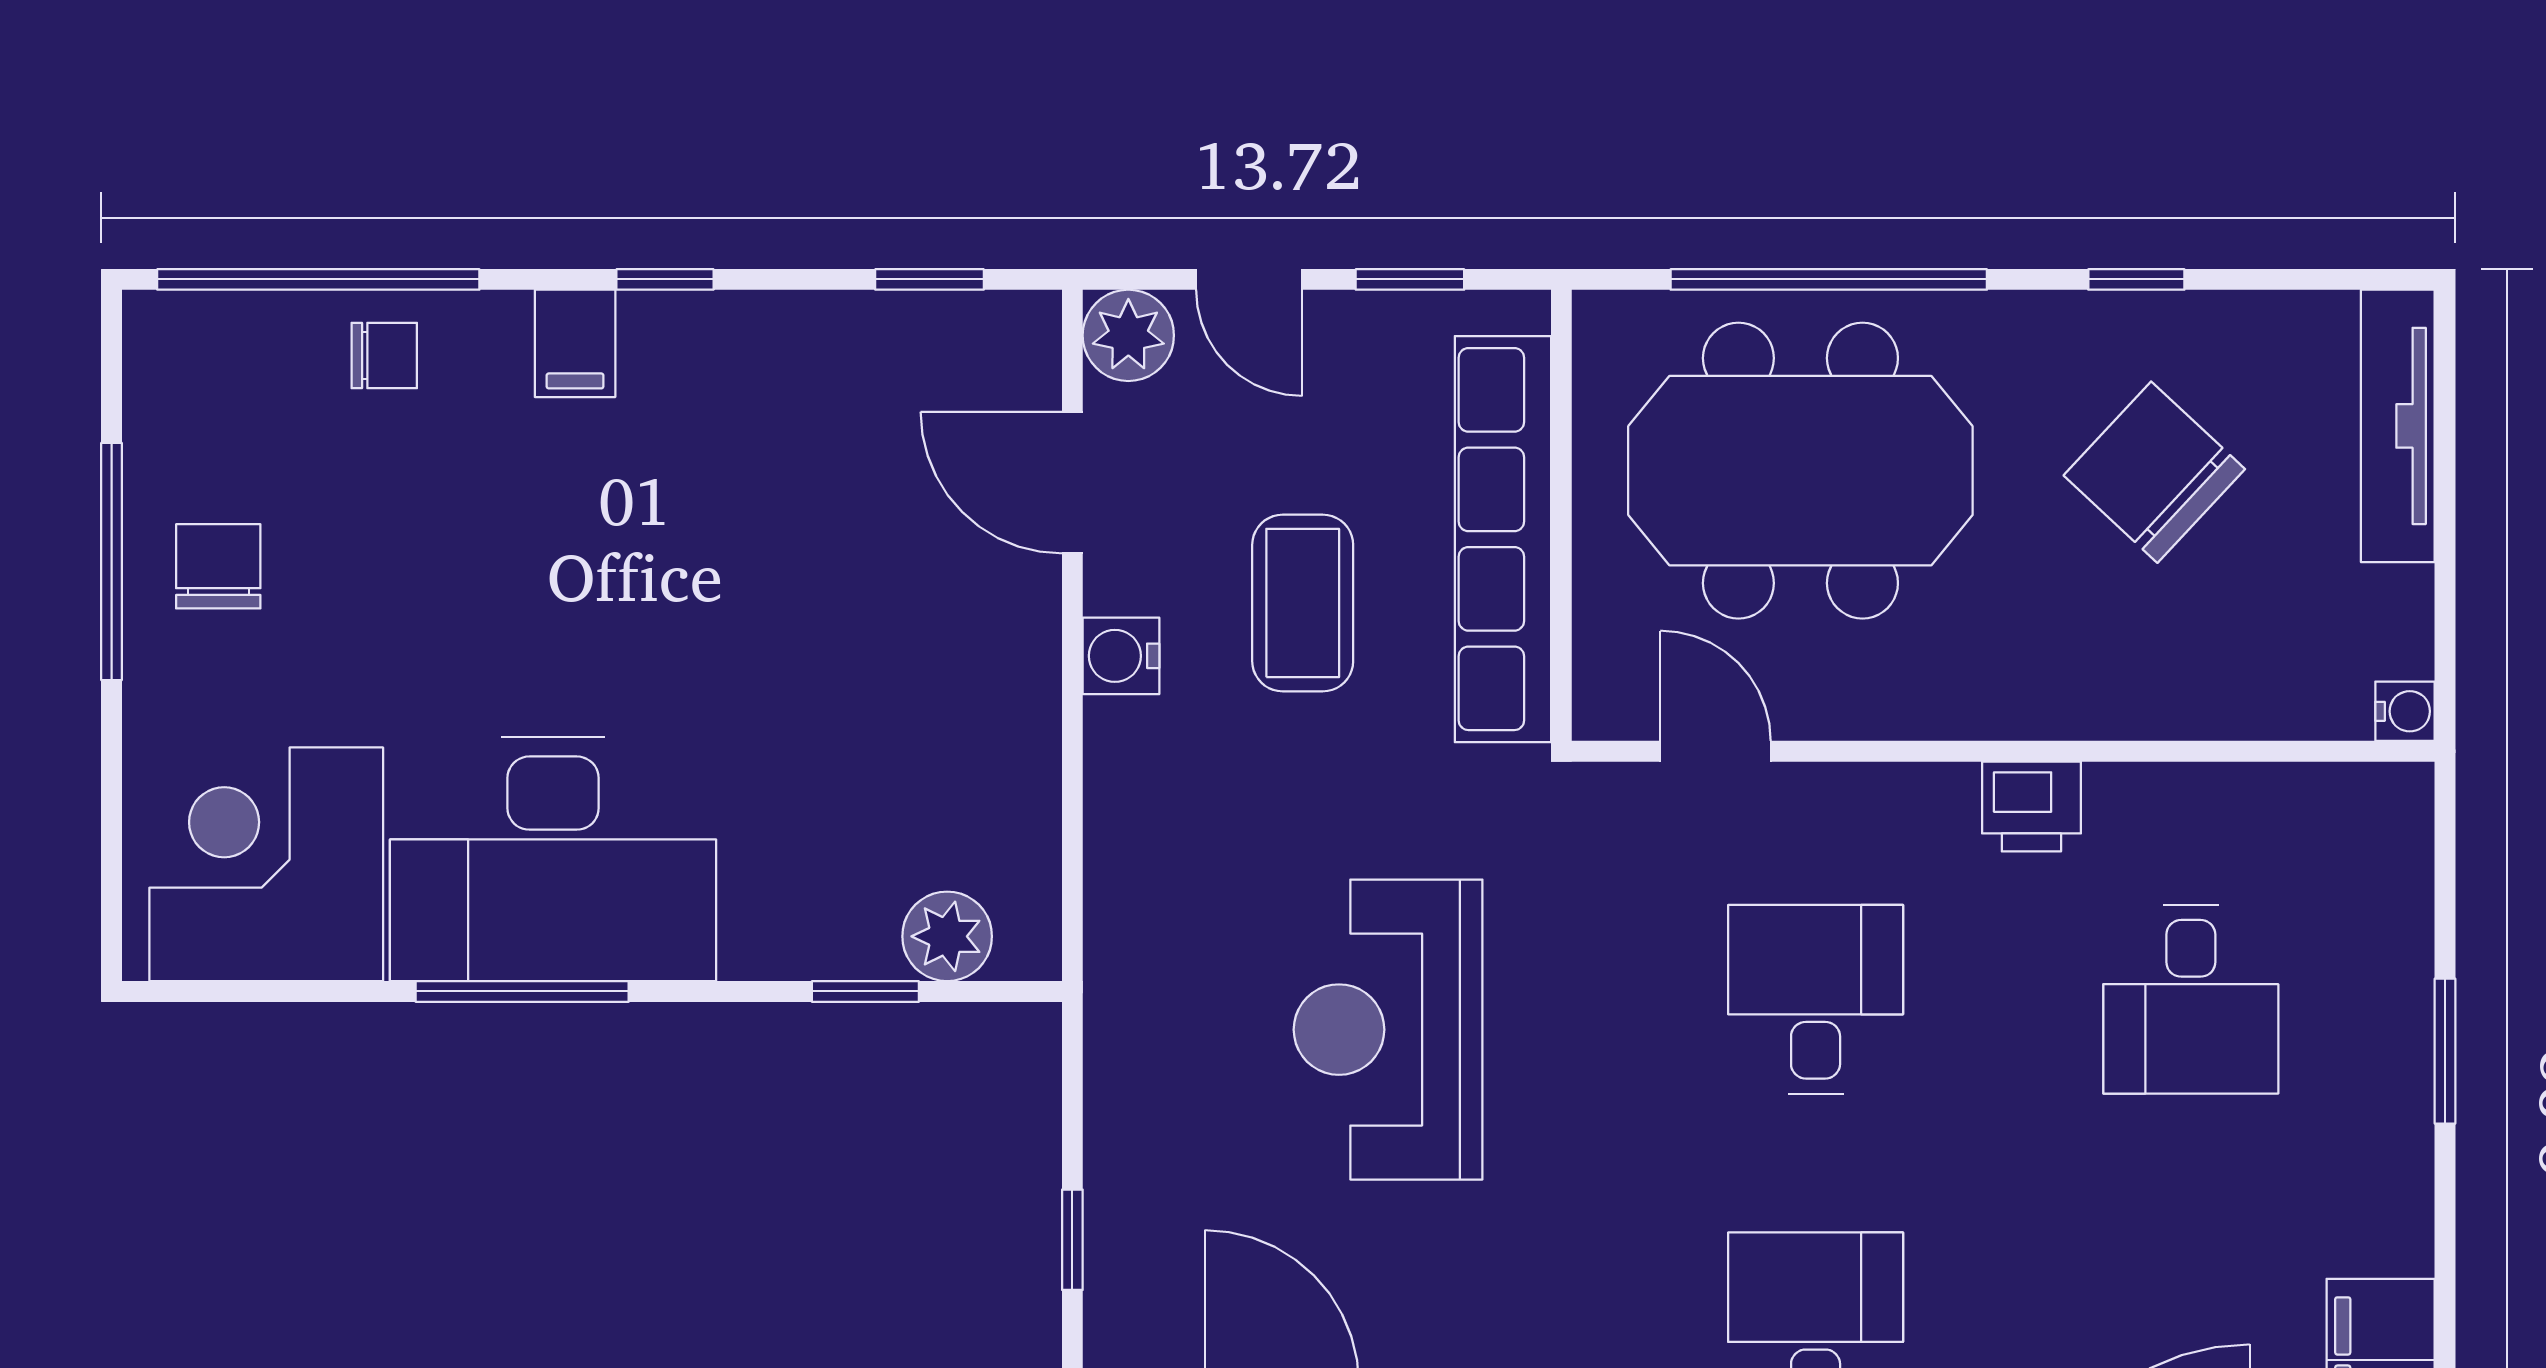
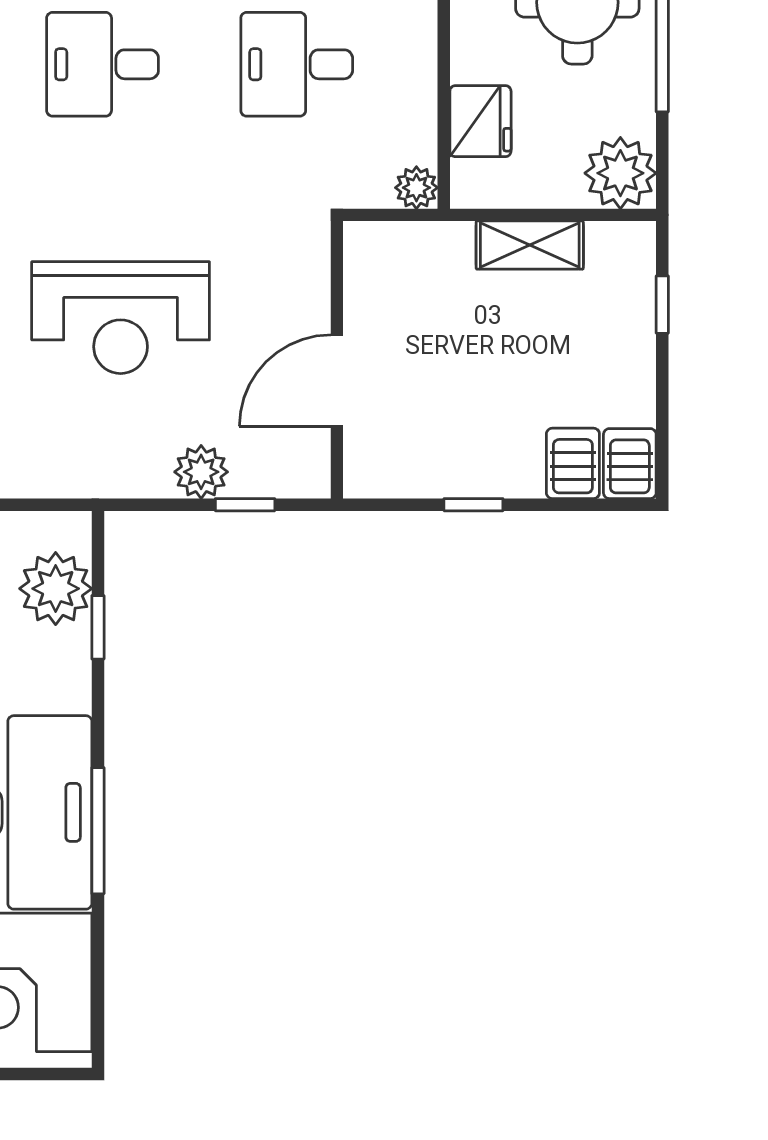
plant: (947, 936) -> (56, 589), width x1.36, depth x1.36
plant: (1128, 1165) -> (201, 472), added

